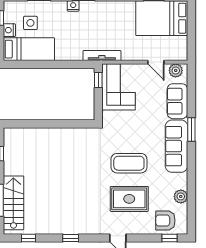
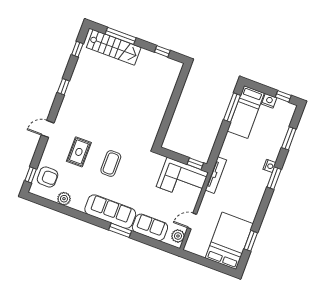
side table: (30, 23) -> (269, 122), removed
window: (29, 64) -> (232, 108), added
coffee table: (129, 163) -> (111, 164), width x0.73, depth x0.76
rug: (129, 199) -> (79, 152), width x0.73, depth x0.70
armchair: (165, 221) -> (48, 177), turned 90

